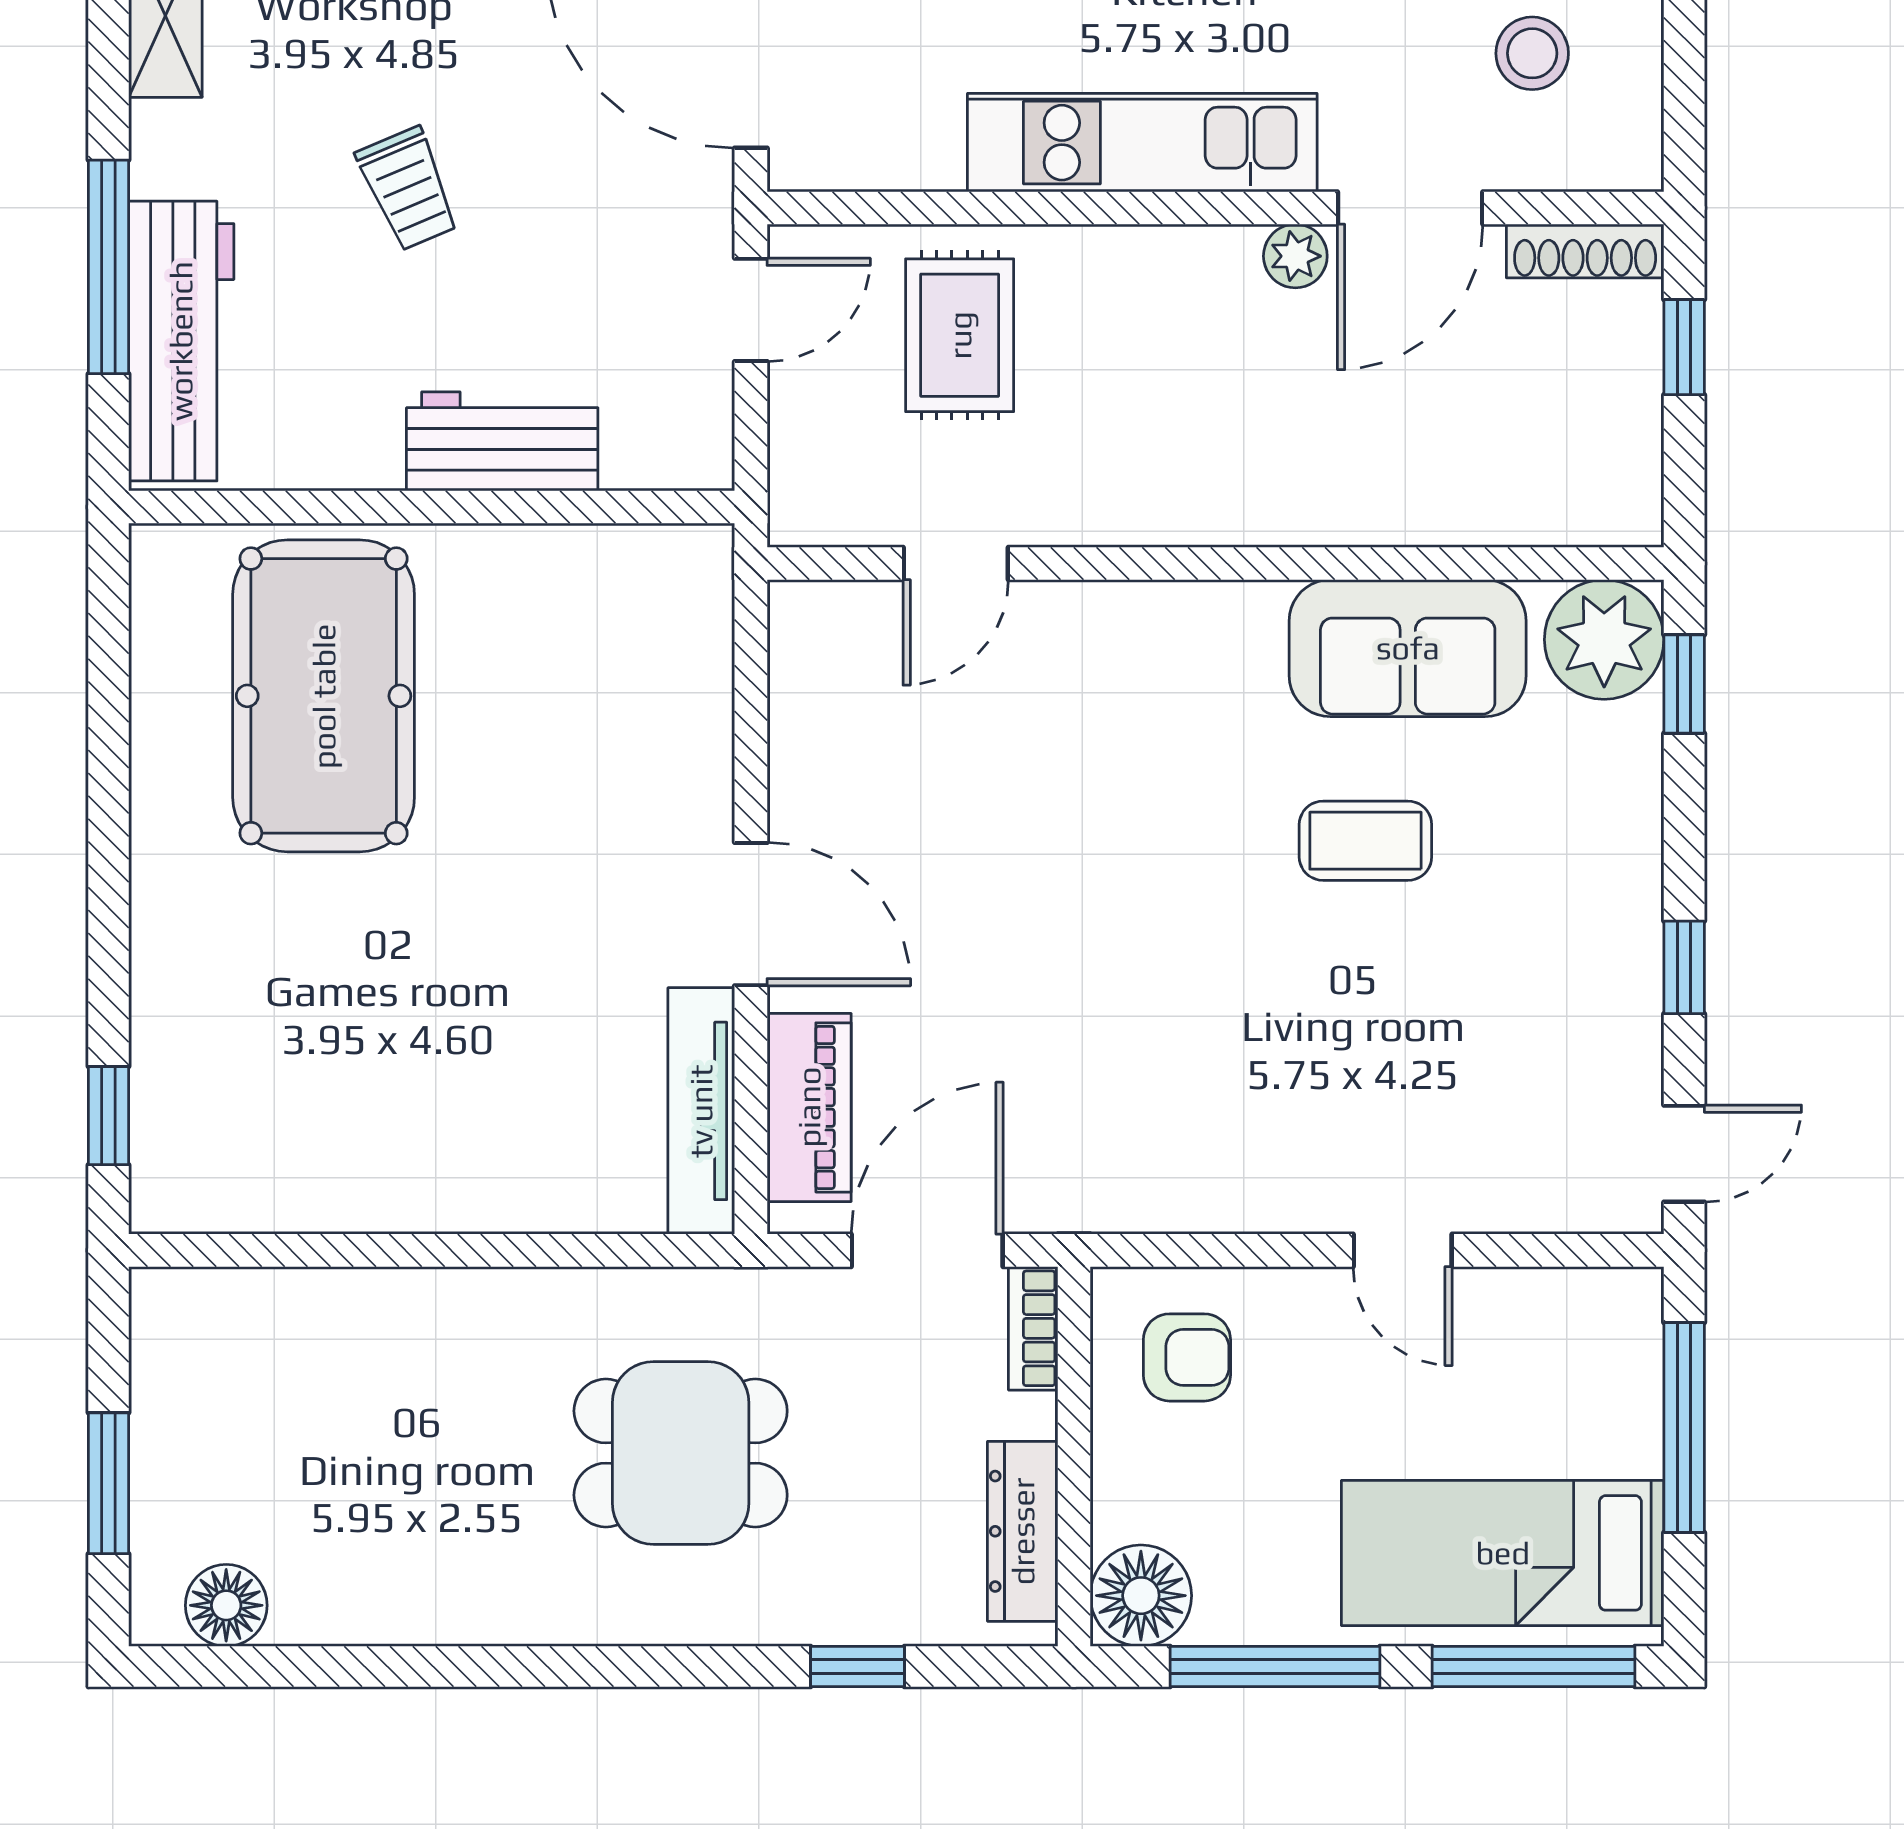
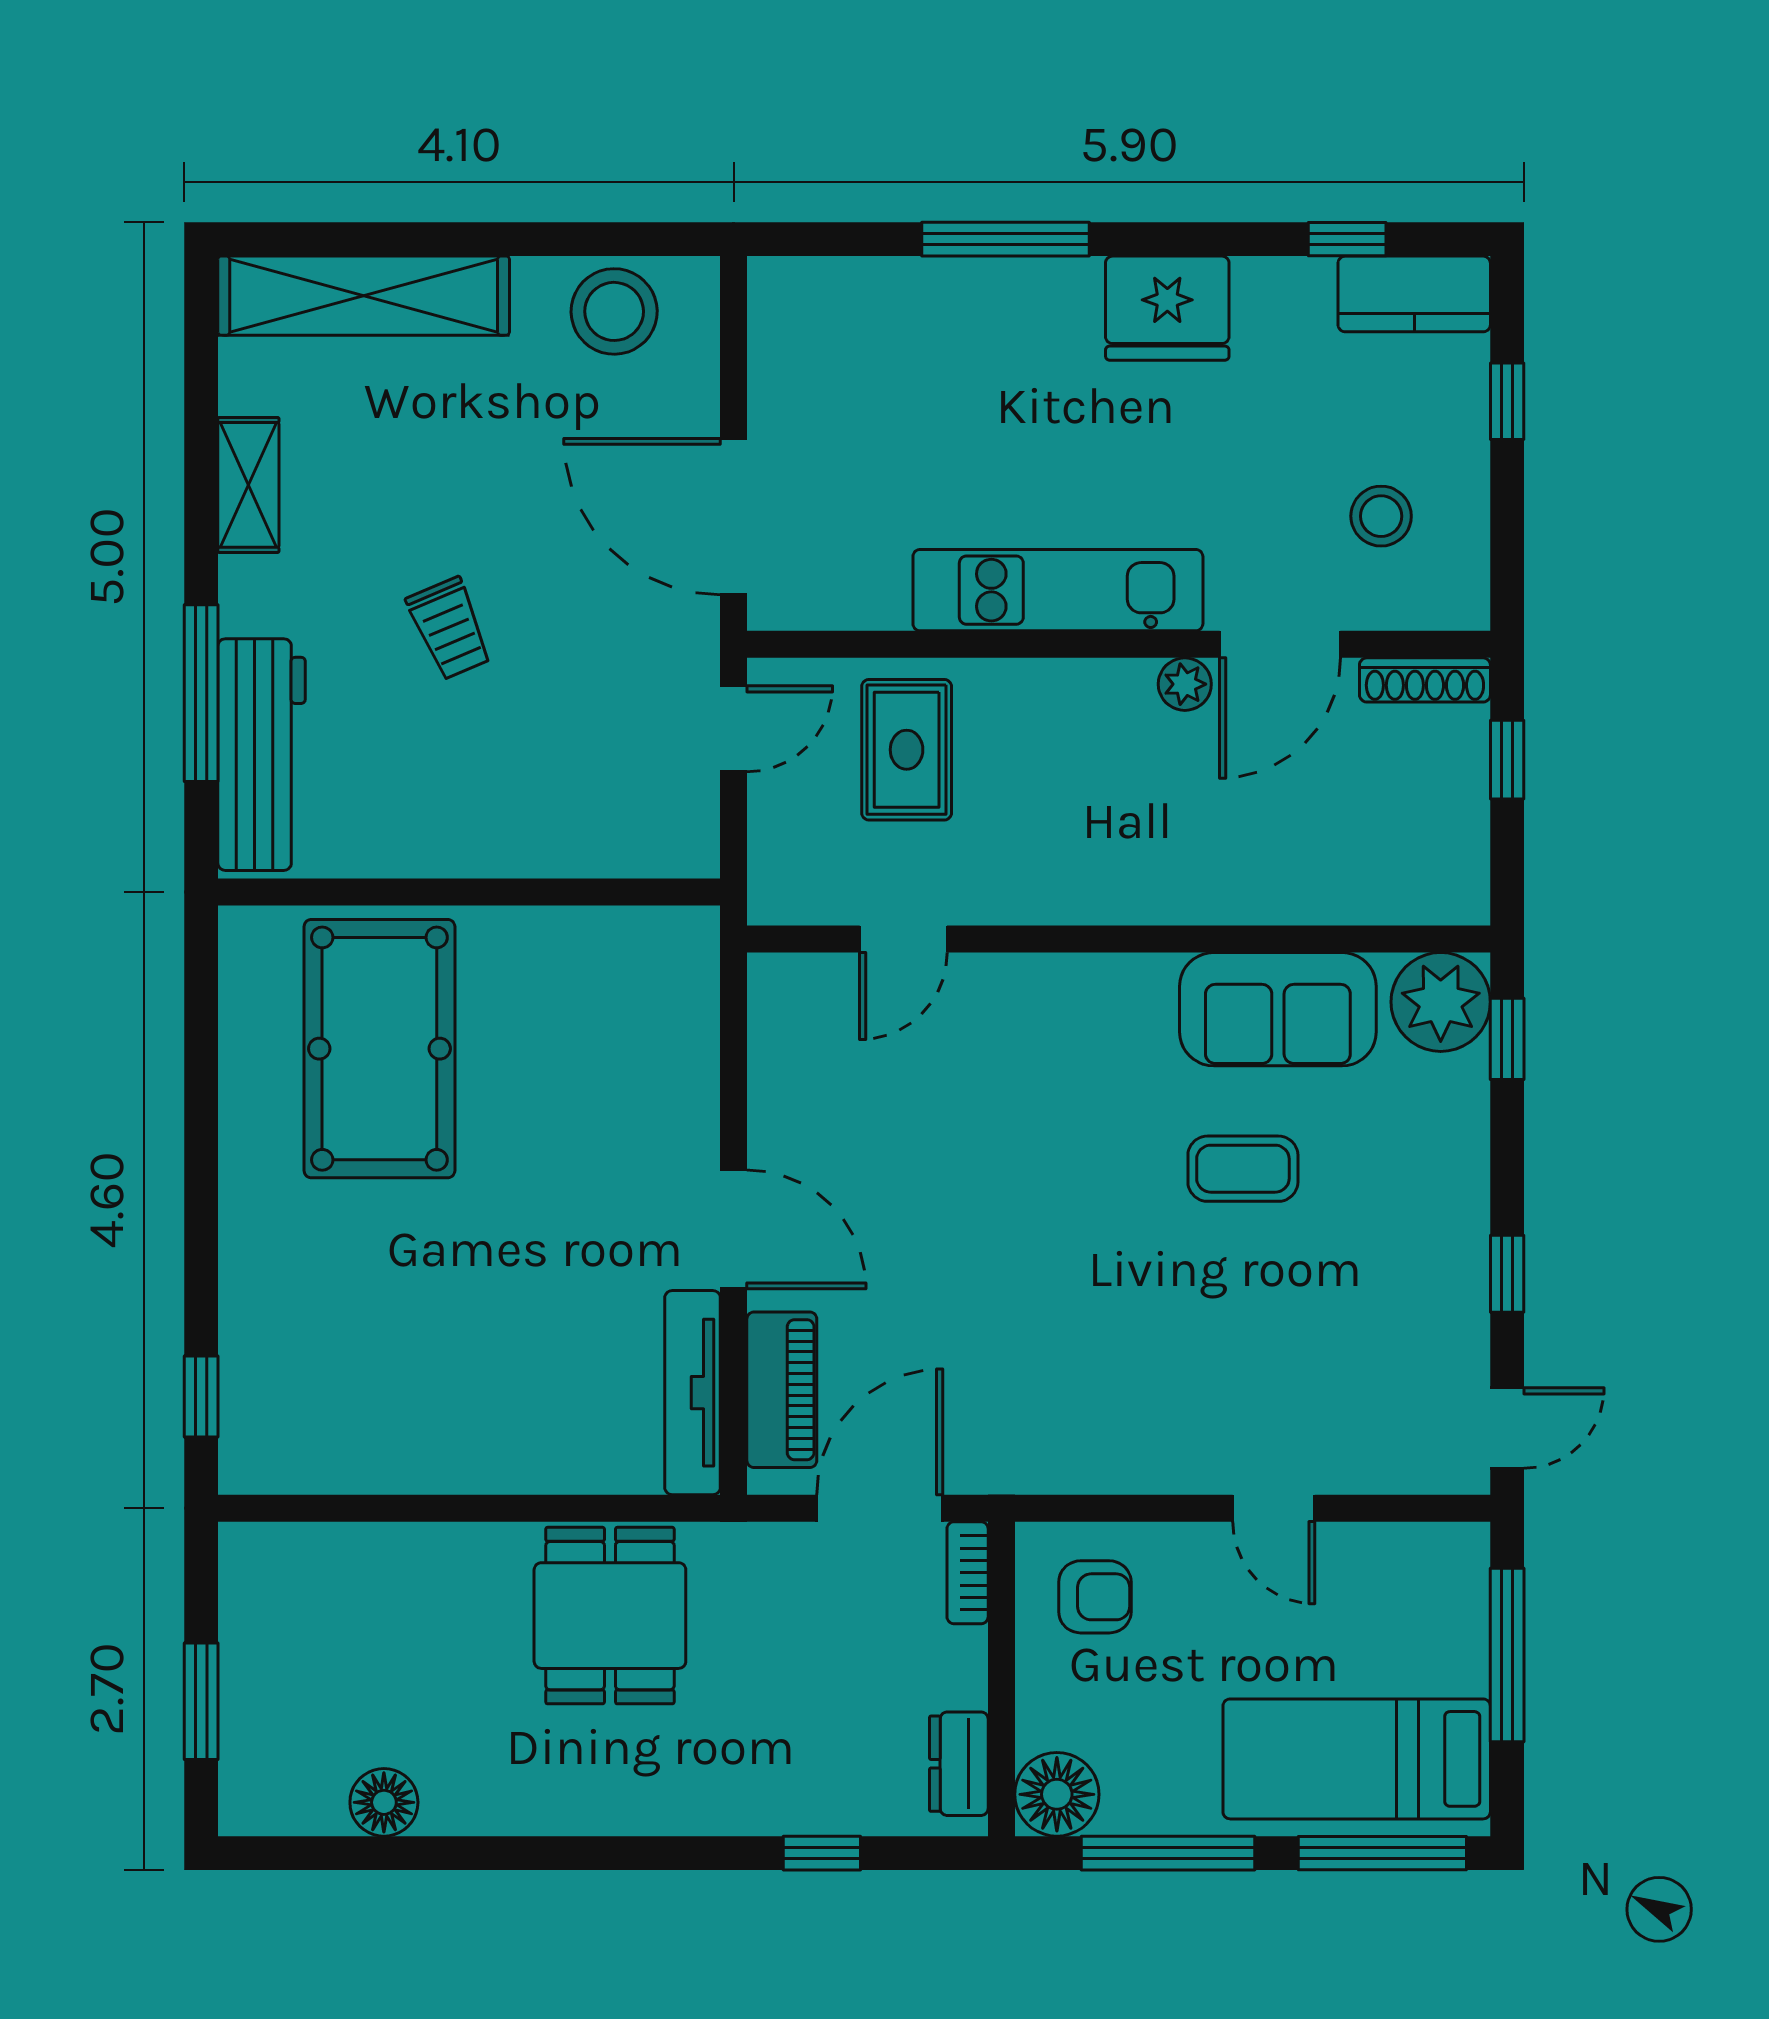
workbench: (502, 441) -> (527, 838), removed
dining table: (681, 1453) -> (610, 1616), moved, turned 90
dresser: (1023, 1531) -> (959, 1764), width x0.70
floor lamp: (226, 1605) -> (384, 1802), moved

